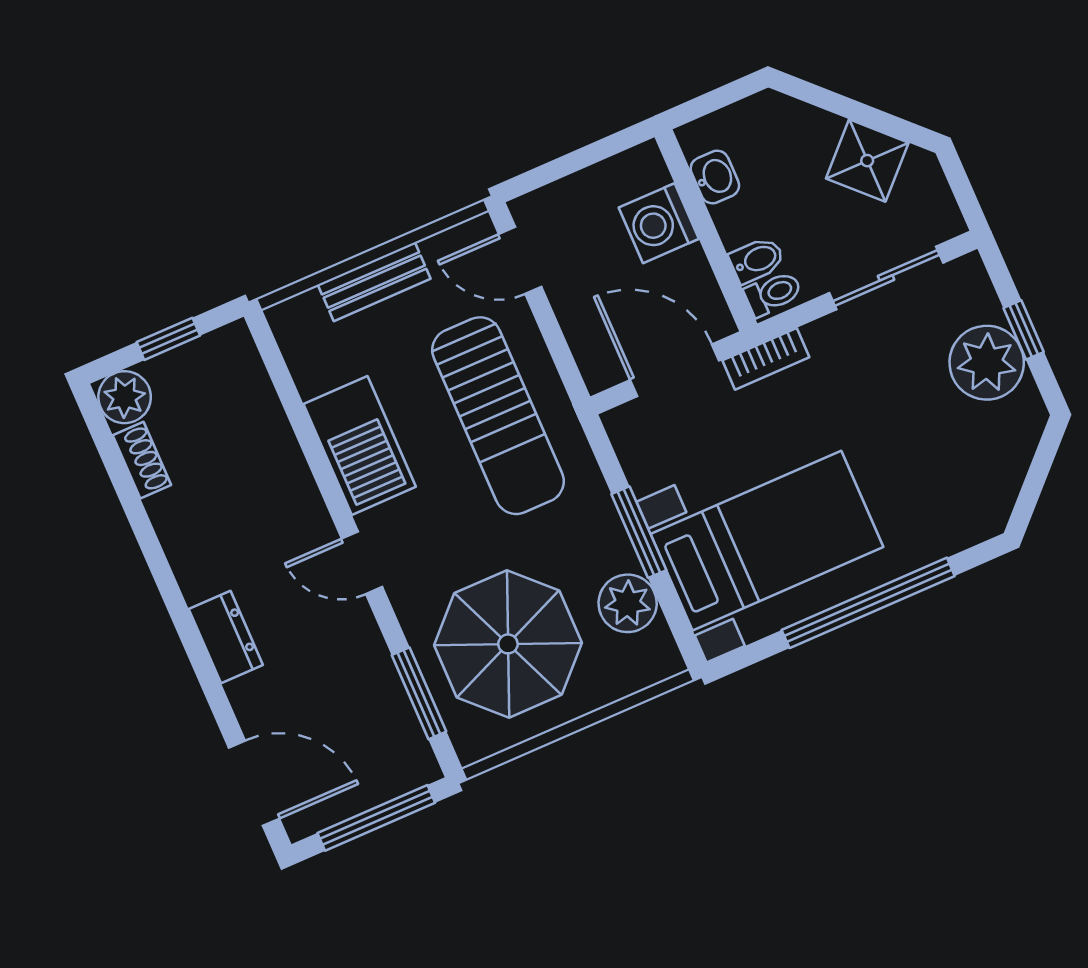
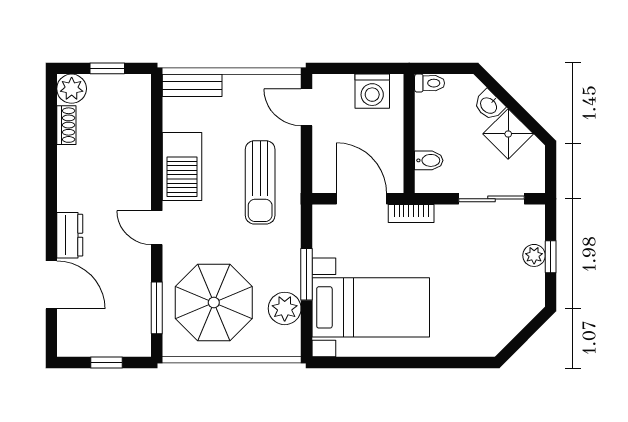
washbasin: (715, 177) -> (489, 105), moved, turned 135
washing machine: (659, 223) -> (372, 91), moved, turned -90
bench: (374, 282) -> (192, 85), moved
toilet: (773, 293) -> (430, 83), moved
plant: (987, 363) -> (534, 255), width x0.53, depth x0.53
sun lounger: (498, 416) -> (260, 182), width x0.73, depth x0.75
window: (868, 603) -> (409, 362), removed
door: (254, 783) -> (51, 285), moved
window: (376, 818) -> (107, 362), width x0.46

